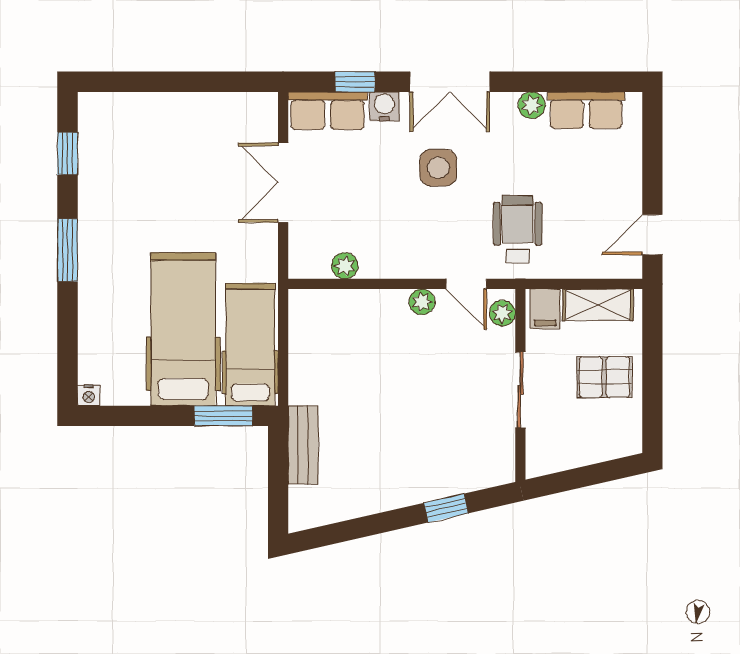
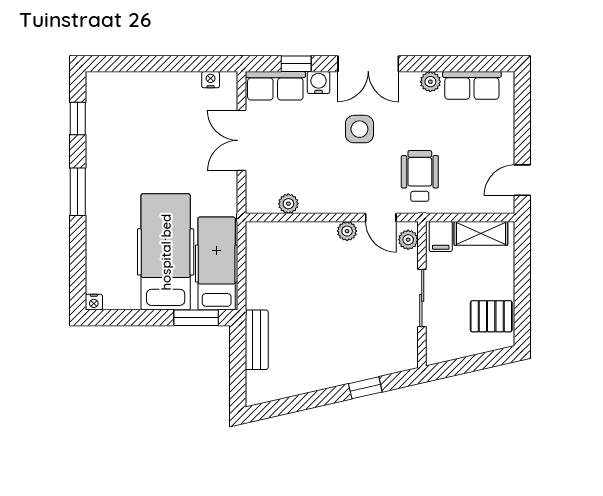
nightstand: (242, 103) -> (211, 80), added
pallet: (604, 377) -> (491, 316), moved

